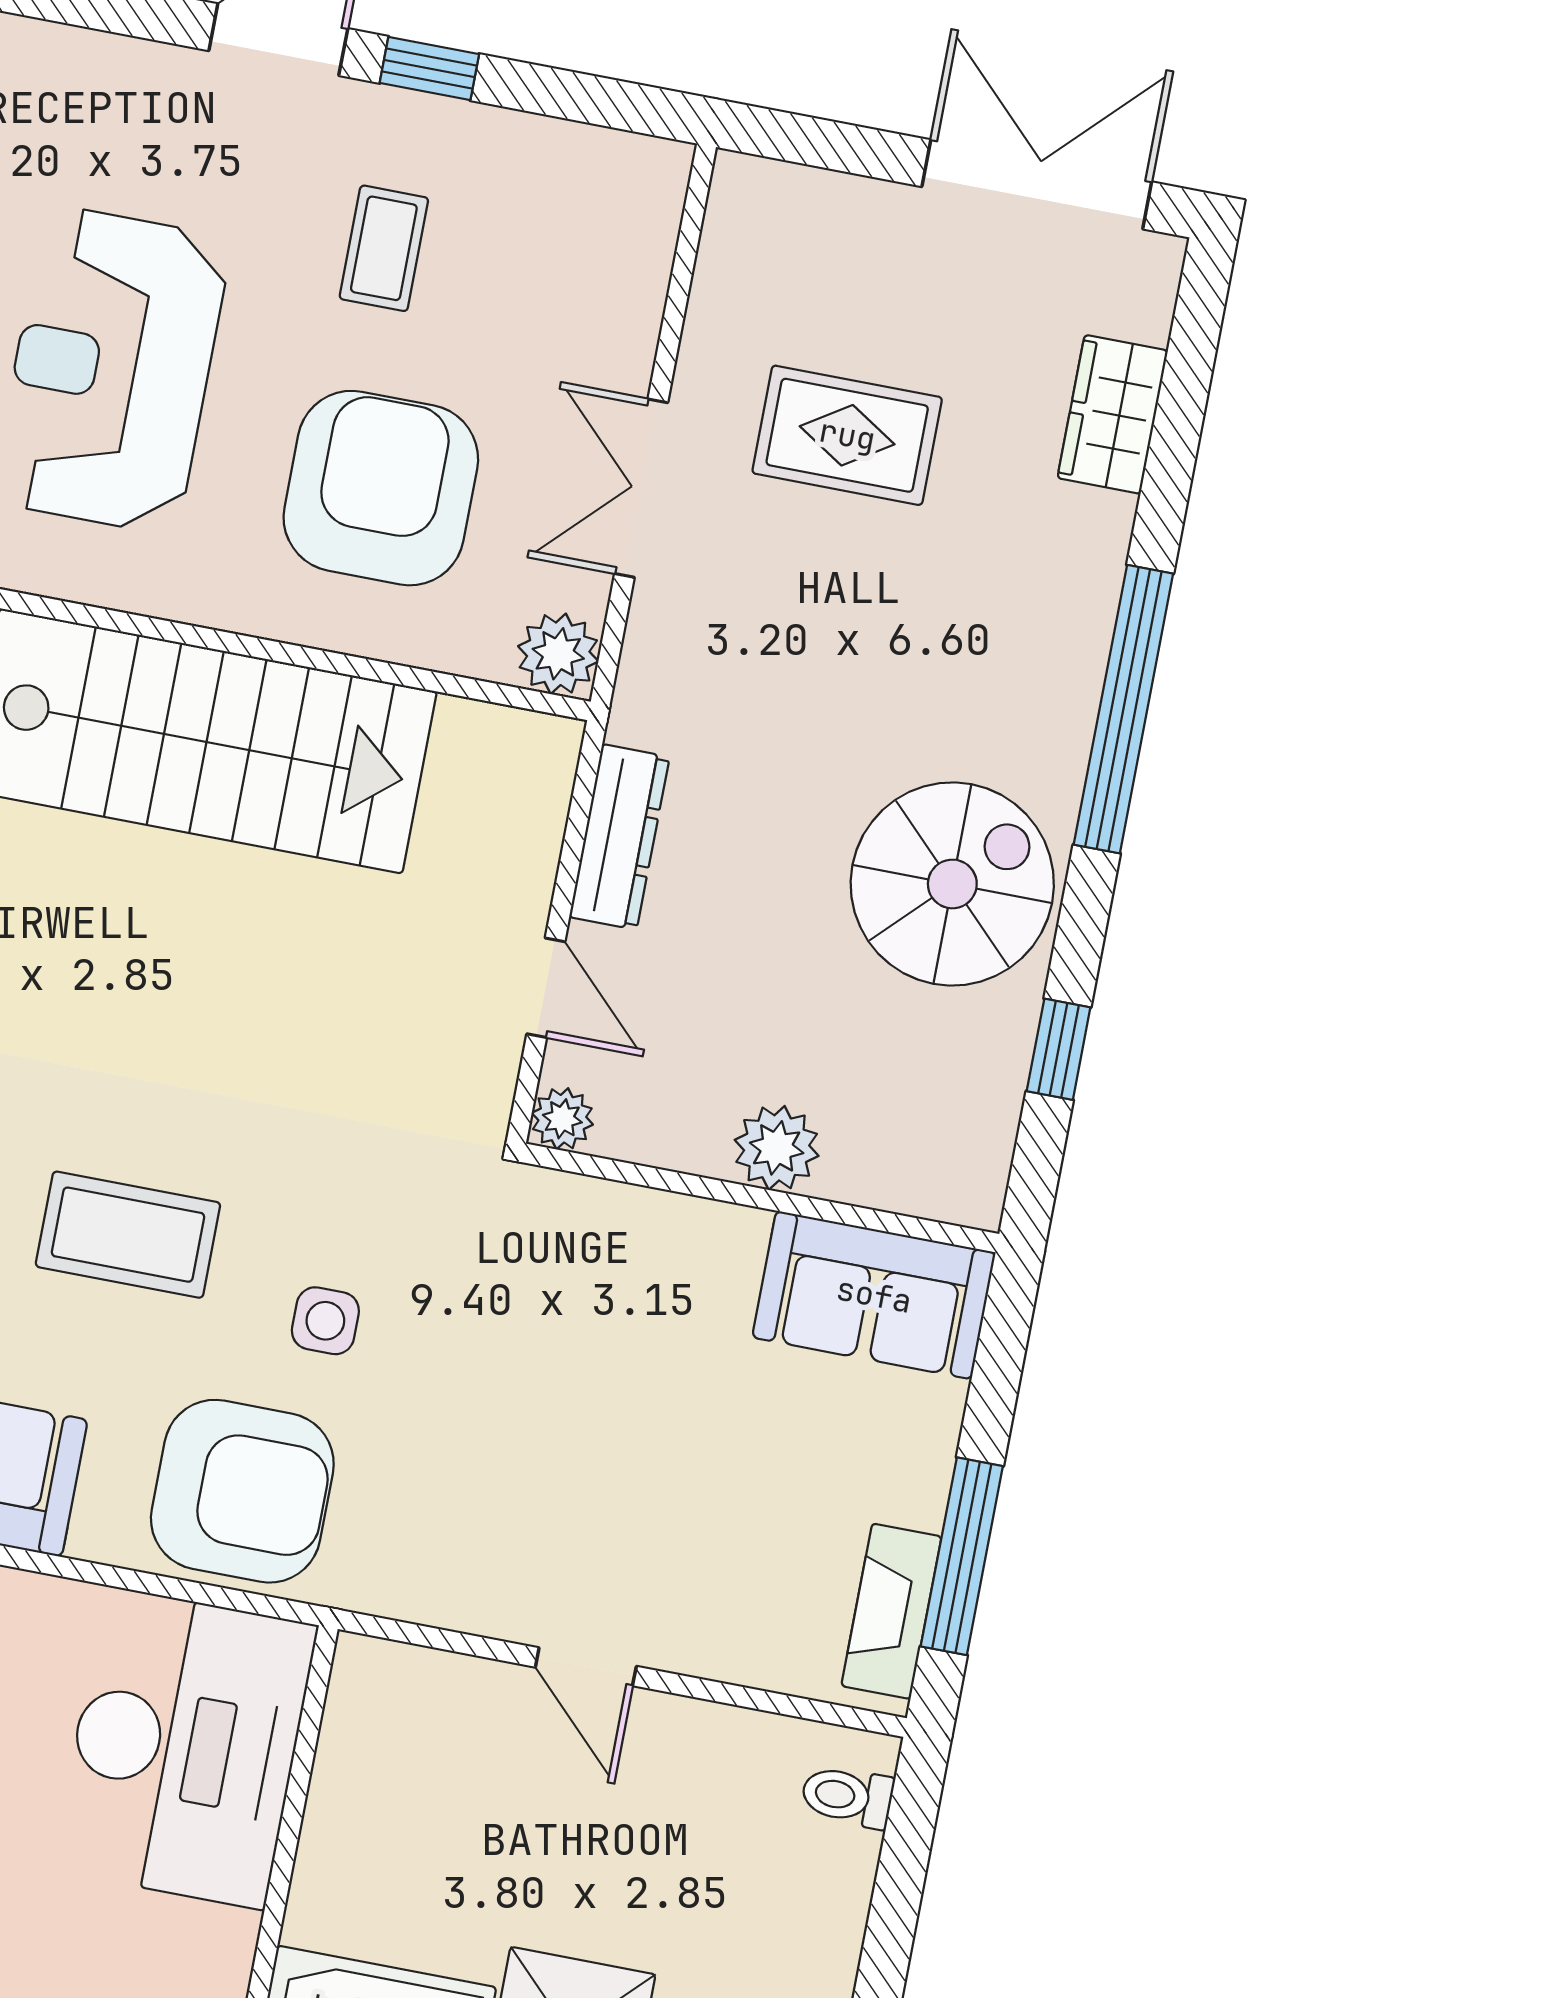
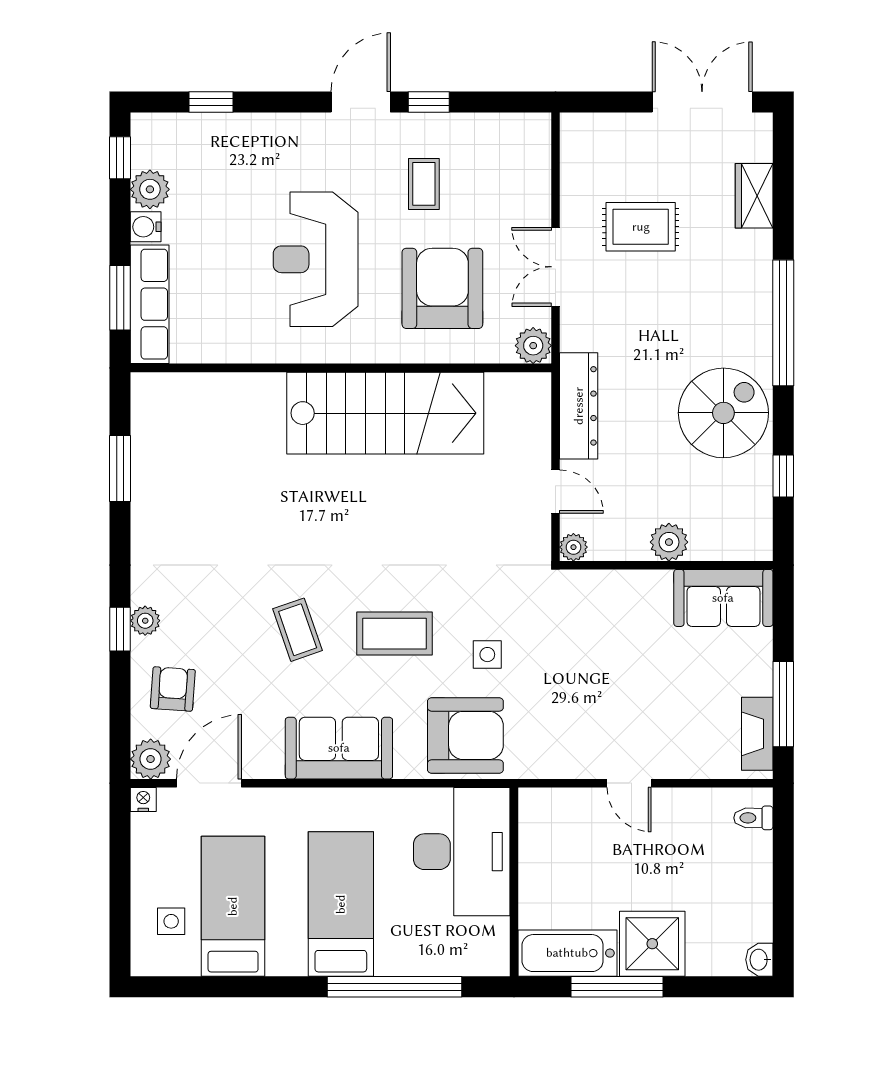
dresser: (619, 837) -> (579, 406), width x1.37, depth x1.24

